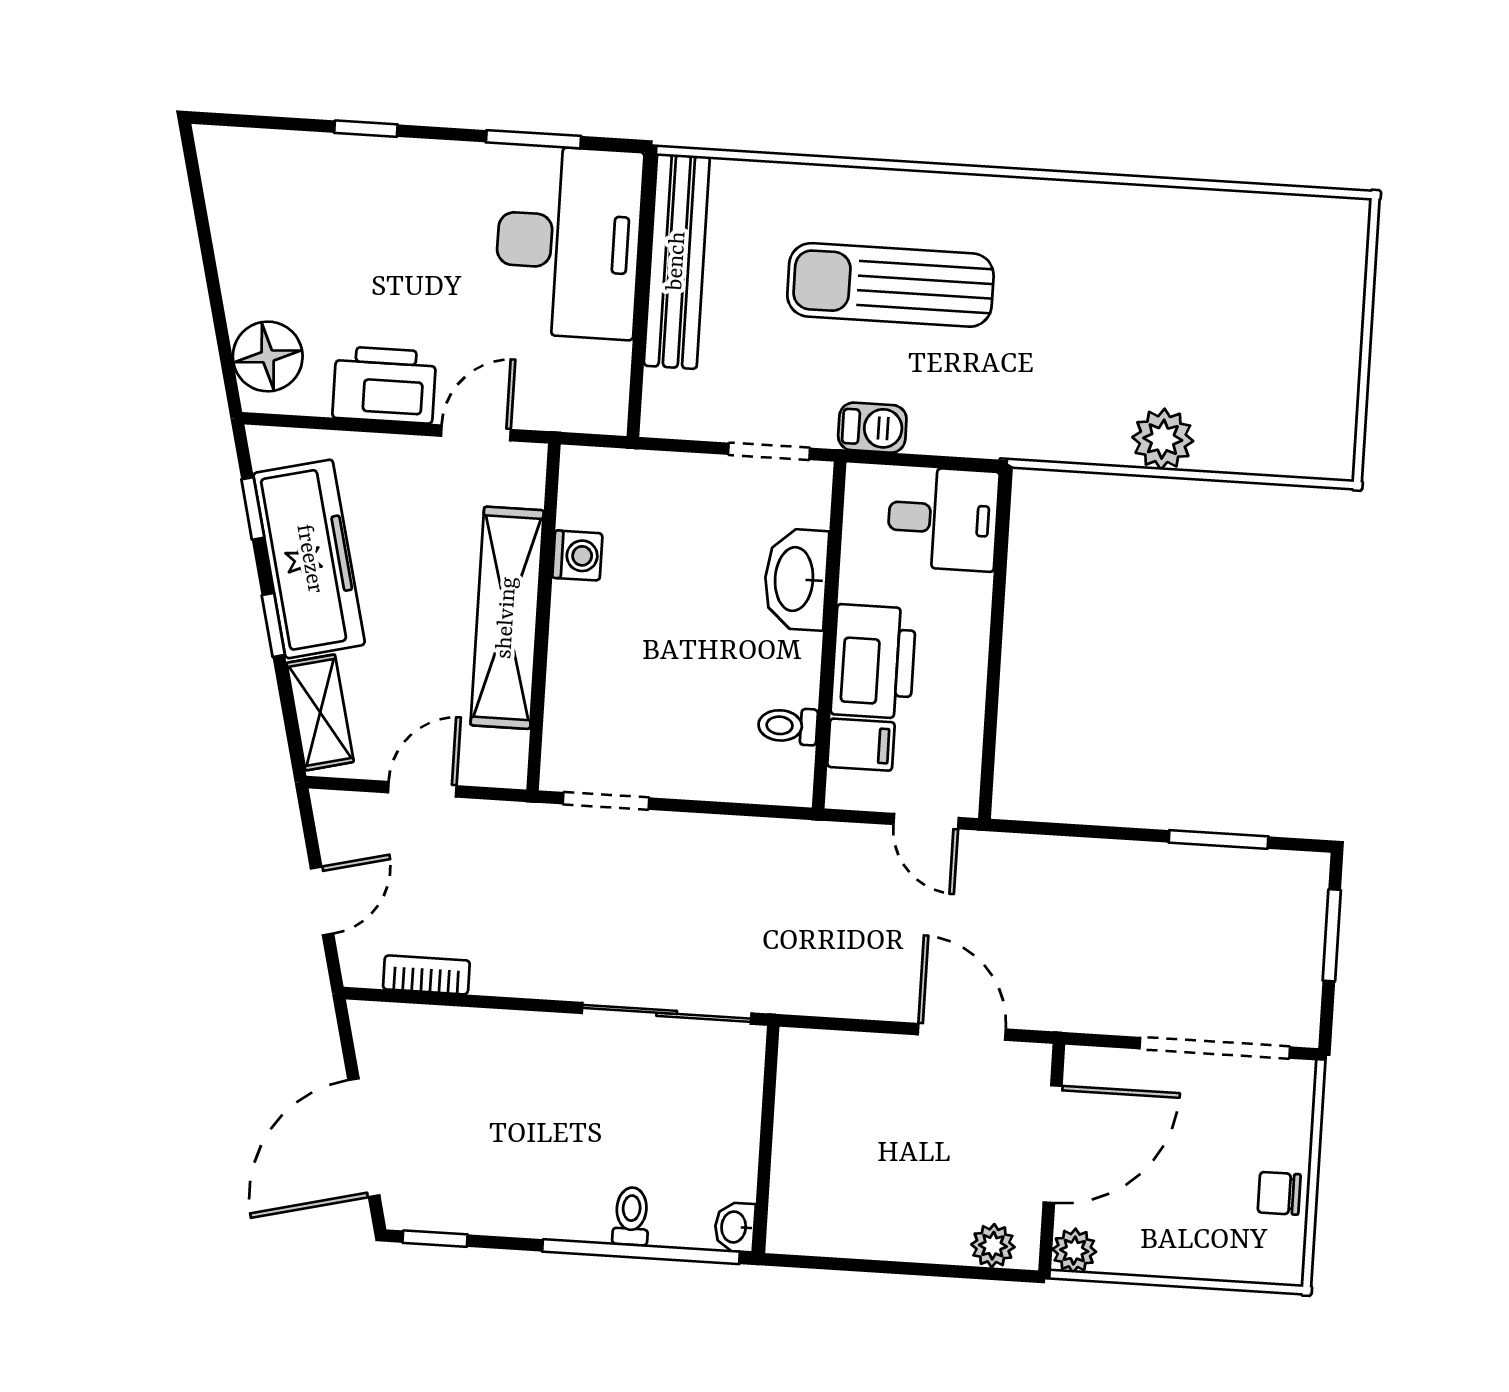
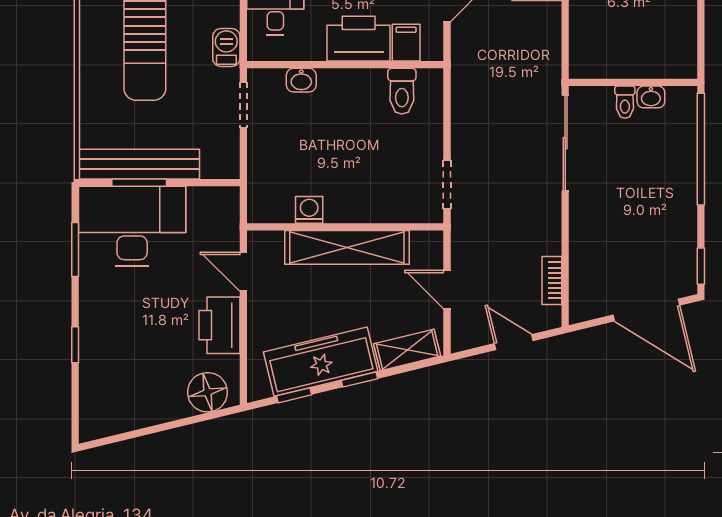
window: (644, 259) -> (139, 183), added
washbasin: (796, 579) -> (301, 80), width x0.52, depth x0.69
toilet: (788, 726) -> (402, 91), width x1.37, depth x1.39
toilet: (631, 1216) -> (625, 102), moved, turned -90
washbasin: (735, 1227) -> (651, 97), moved

